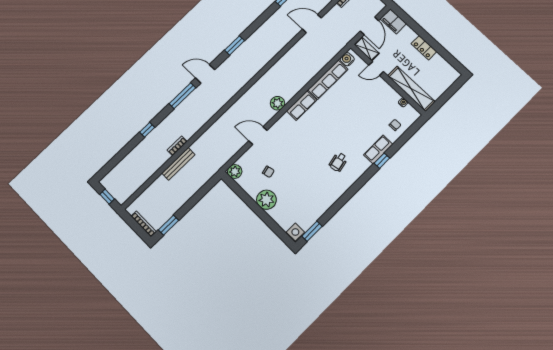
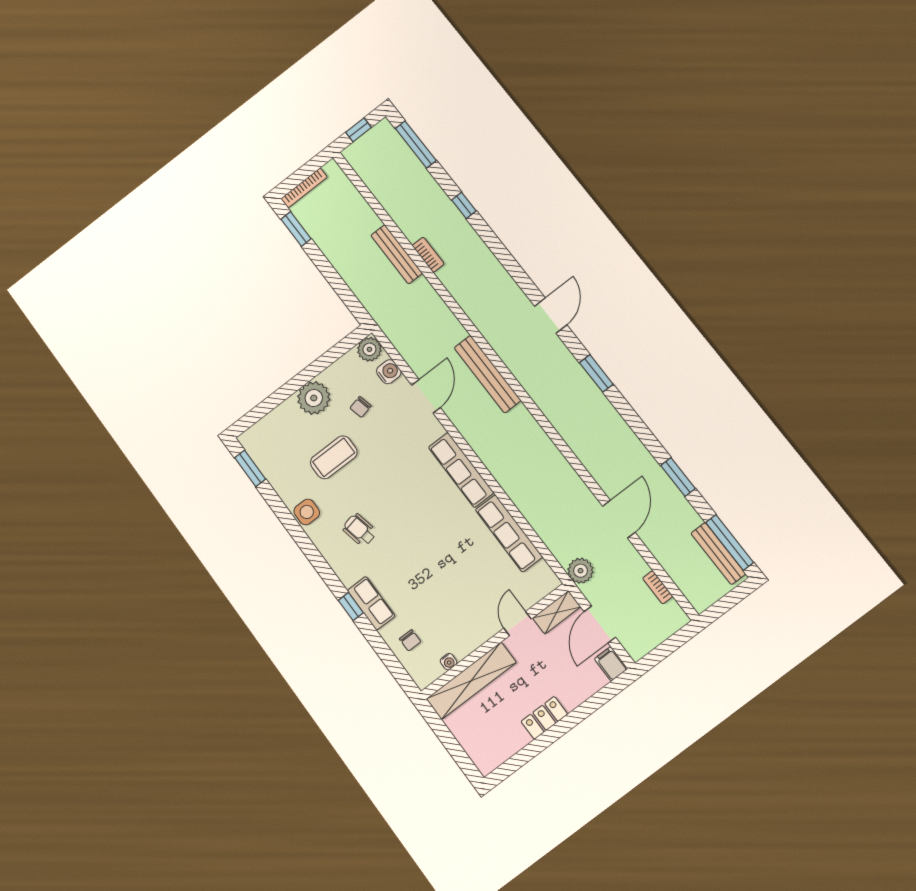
filing cabinet: (393, 21) -> (611, 664), width x0.50
door: (369, 26) -> (600, 624), hinge flipped
water cooler: (347, 59) -> (389, 372), moved
window: (182, 96) -> (416, 144), moved
bench: (241, 103) -> (487, 374), added
plant: (277, 103) -> (581, 571), moved
row of seats: (302, 106) -> (461, 470), width x1.48
coffee table: (299, 183) -> (334, 457), added
side table: (295, 232) -> (307, 512), moved

